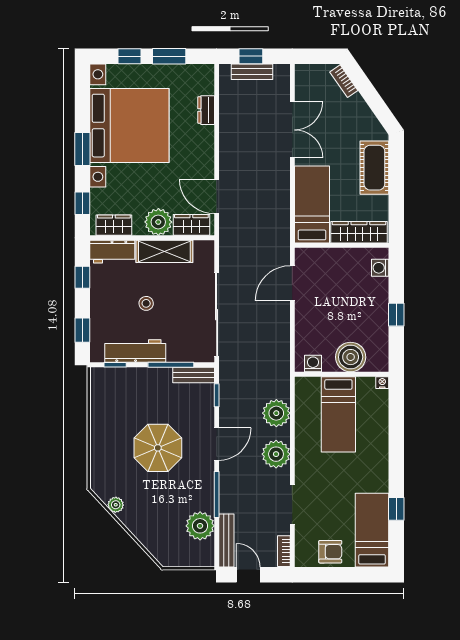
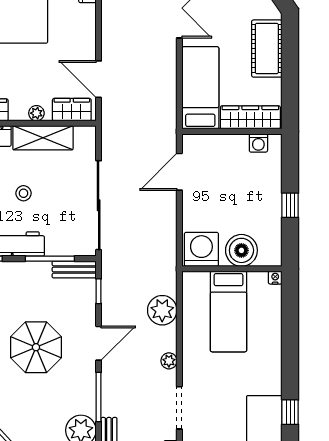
plant: (158, 222) -> (36, 113), width x0.53, depth x0.53
washing machine: (380, 268) -> (258, 143), moved, turned -90
washing machine: (313, 364) -> (201, 249), width x1.89, depth x1.89
plant: (276, 454) -> (169, 361), width x0.53, depth x0.53

